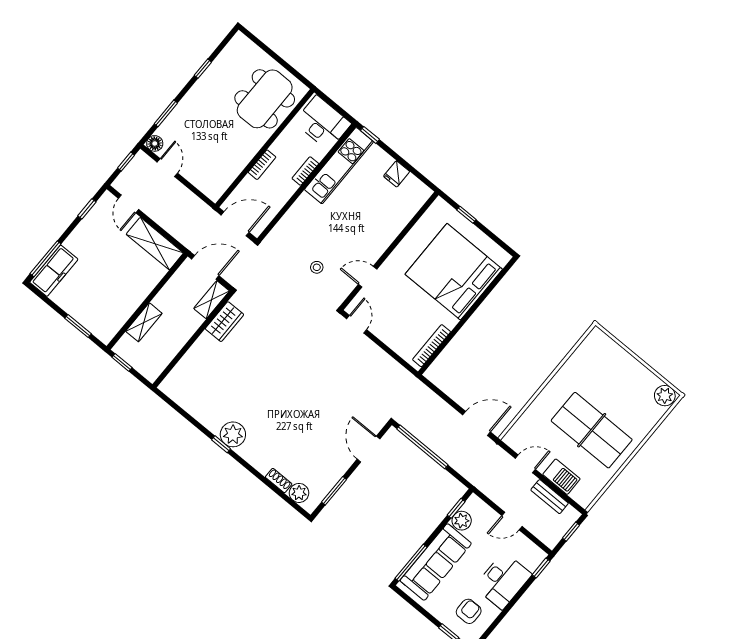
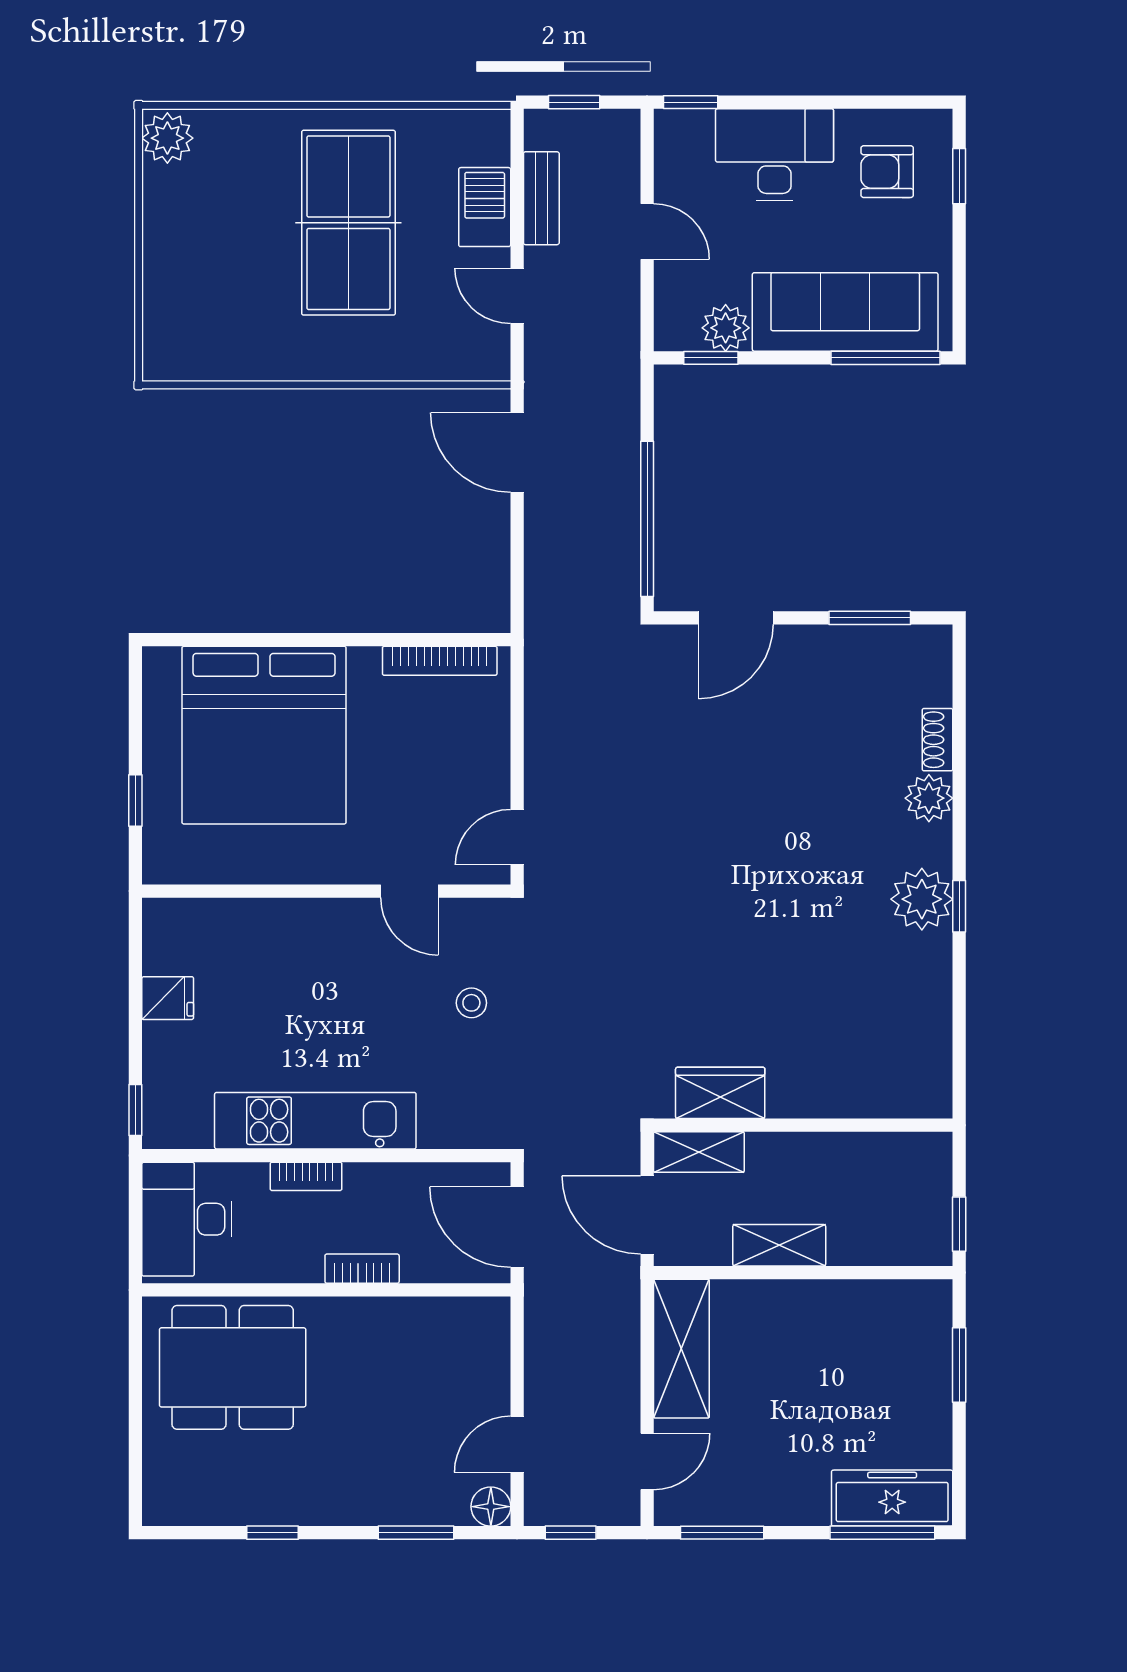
kitchen unit: (339, 166) -> (315, 1121), moved
window: (87, 209) -> (722, 1533), width x1.50
shelving: (144, 322) -> (779, 1245), moved
plant: (299, 493) -> (929, 798), moved

